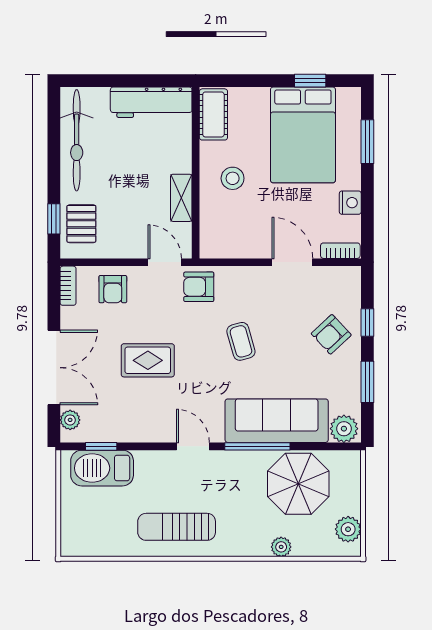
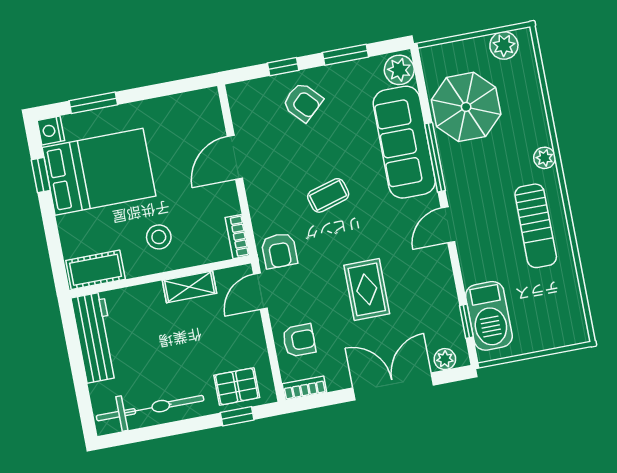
nightstand: (350, 203) -> (51, 131), moved, turned -90
bookcase: (340, 251) -> (237, 237), moved
plant: (281, 547) -> (545, 158), moved

